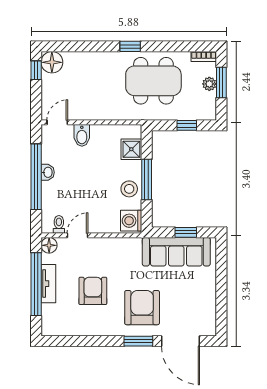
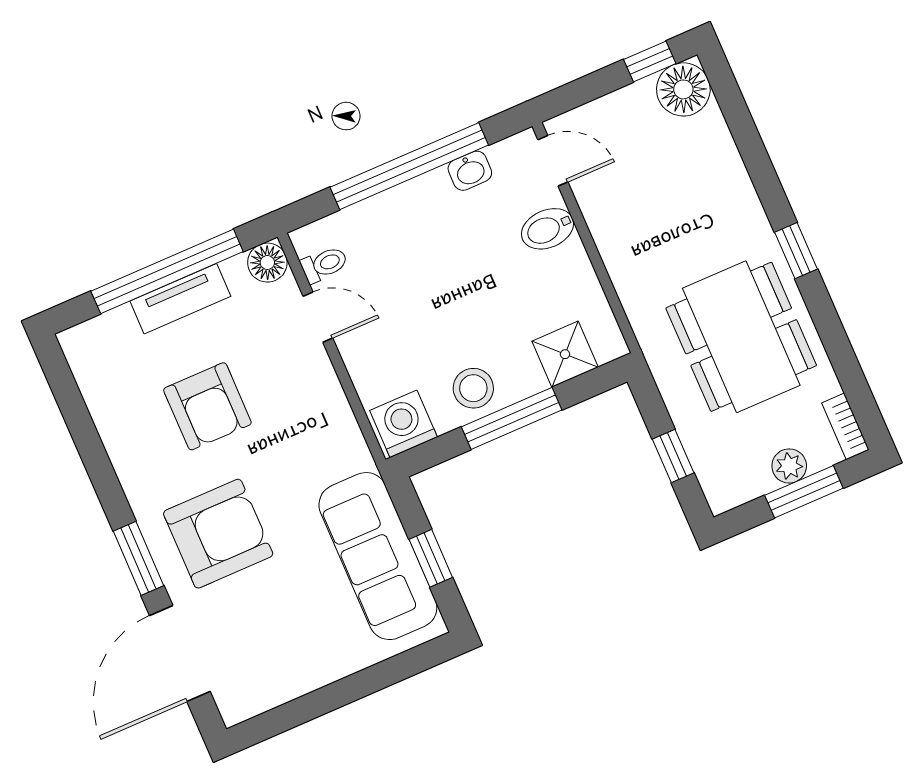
washbasin: (48, 172) -> (470, 171), moved
armchair: (93, 291) -> (207, 406), turned 90

